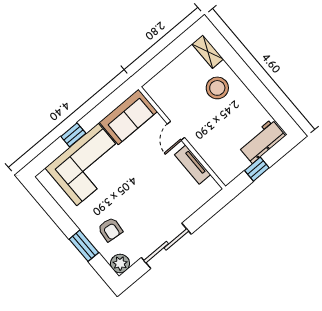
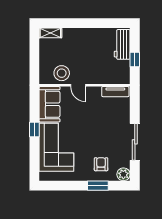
stool: (217, 88) -> (62, 73), moved
window: (73, 135) -> (34, 130), moved
tv unit: (193, 165) -> (115, 92), moved
armchair: (110, 229) -> (101, 164), turned -96

